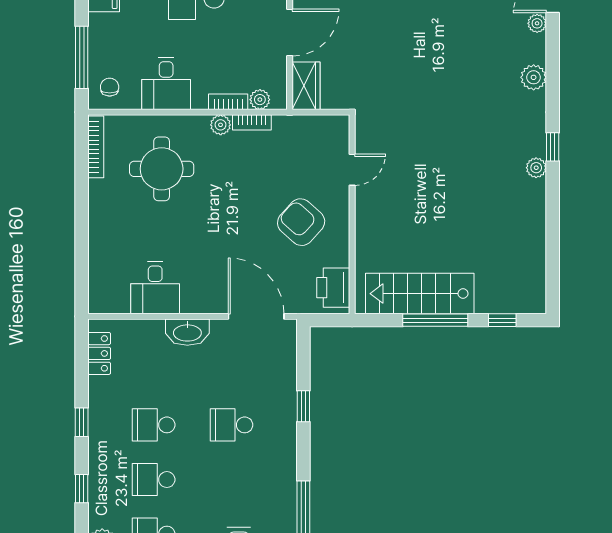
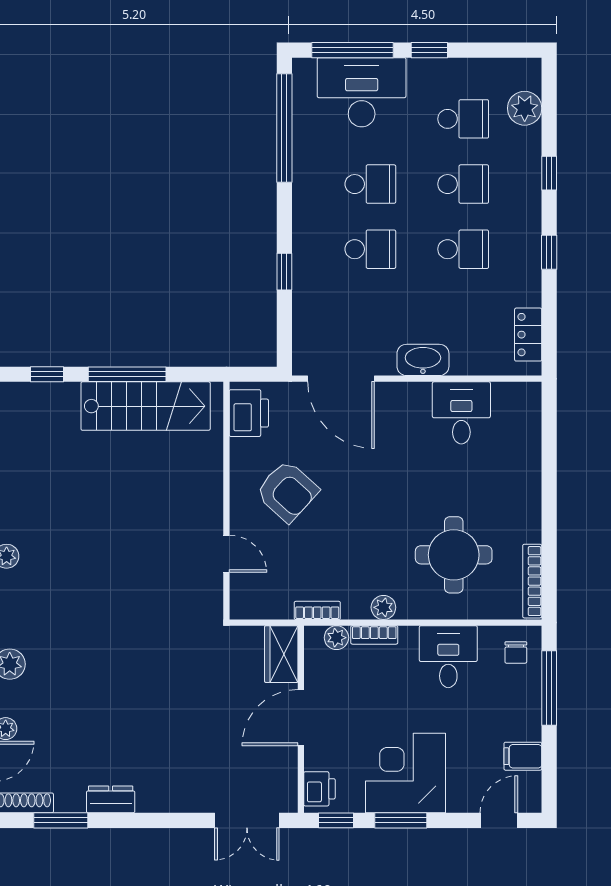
bookcase: (252, 122) -> (317, 610), moved
door: (352, 170) -> (226, 554), swing flipped
school desk: (231, 480) -> (370, 184), added

